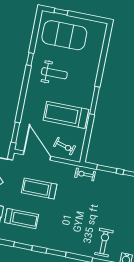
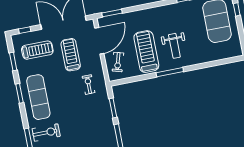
weight bench: (54, 73) -> (174, 46), moved
exercise bike: (85, 174) -> (89, 85), moved
treadmill: (22, 219) -> (37, 50), turned -90
exercise mat: (67, 236) -> (38, 97), added

